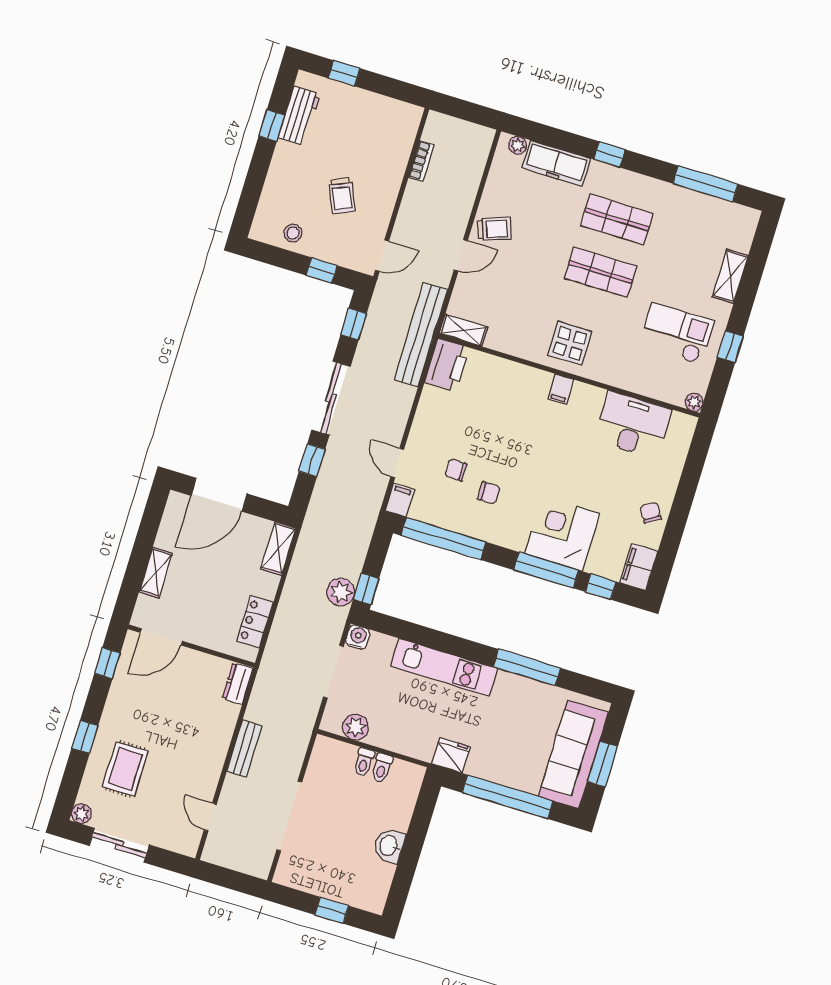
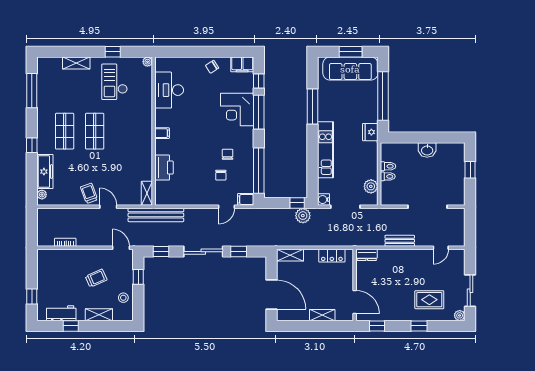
shelving: (276, 181) -> (99, 315), added
display table: (570, 343) -> (137, 136), removed
printer: (447, 365) -> (164, 168), moved, turned 90

